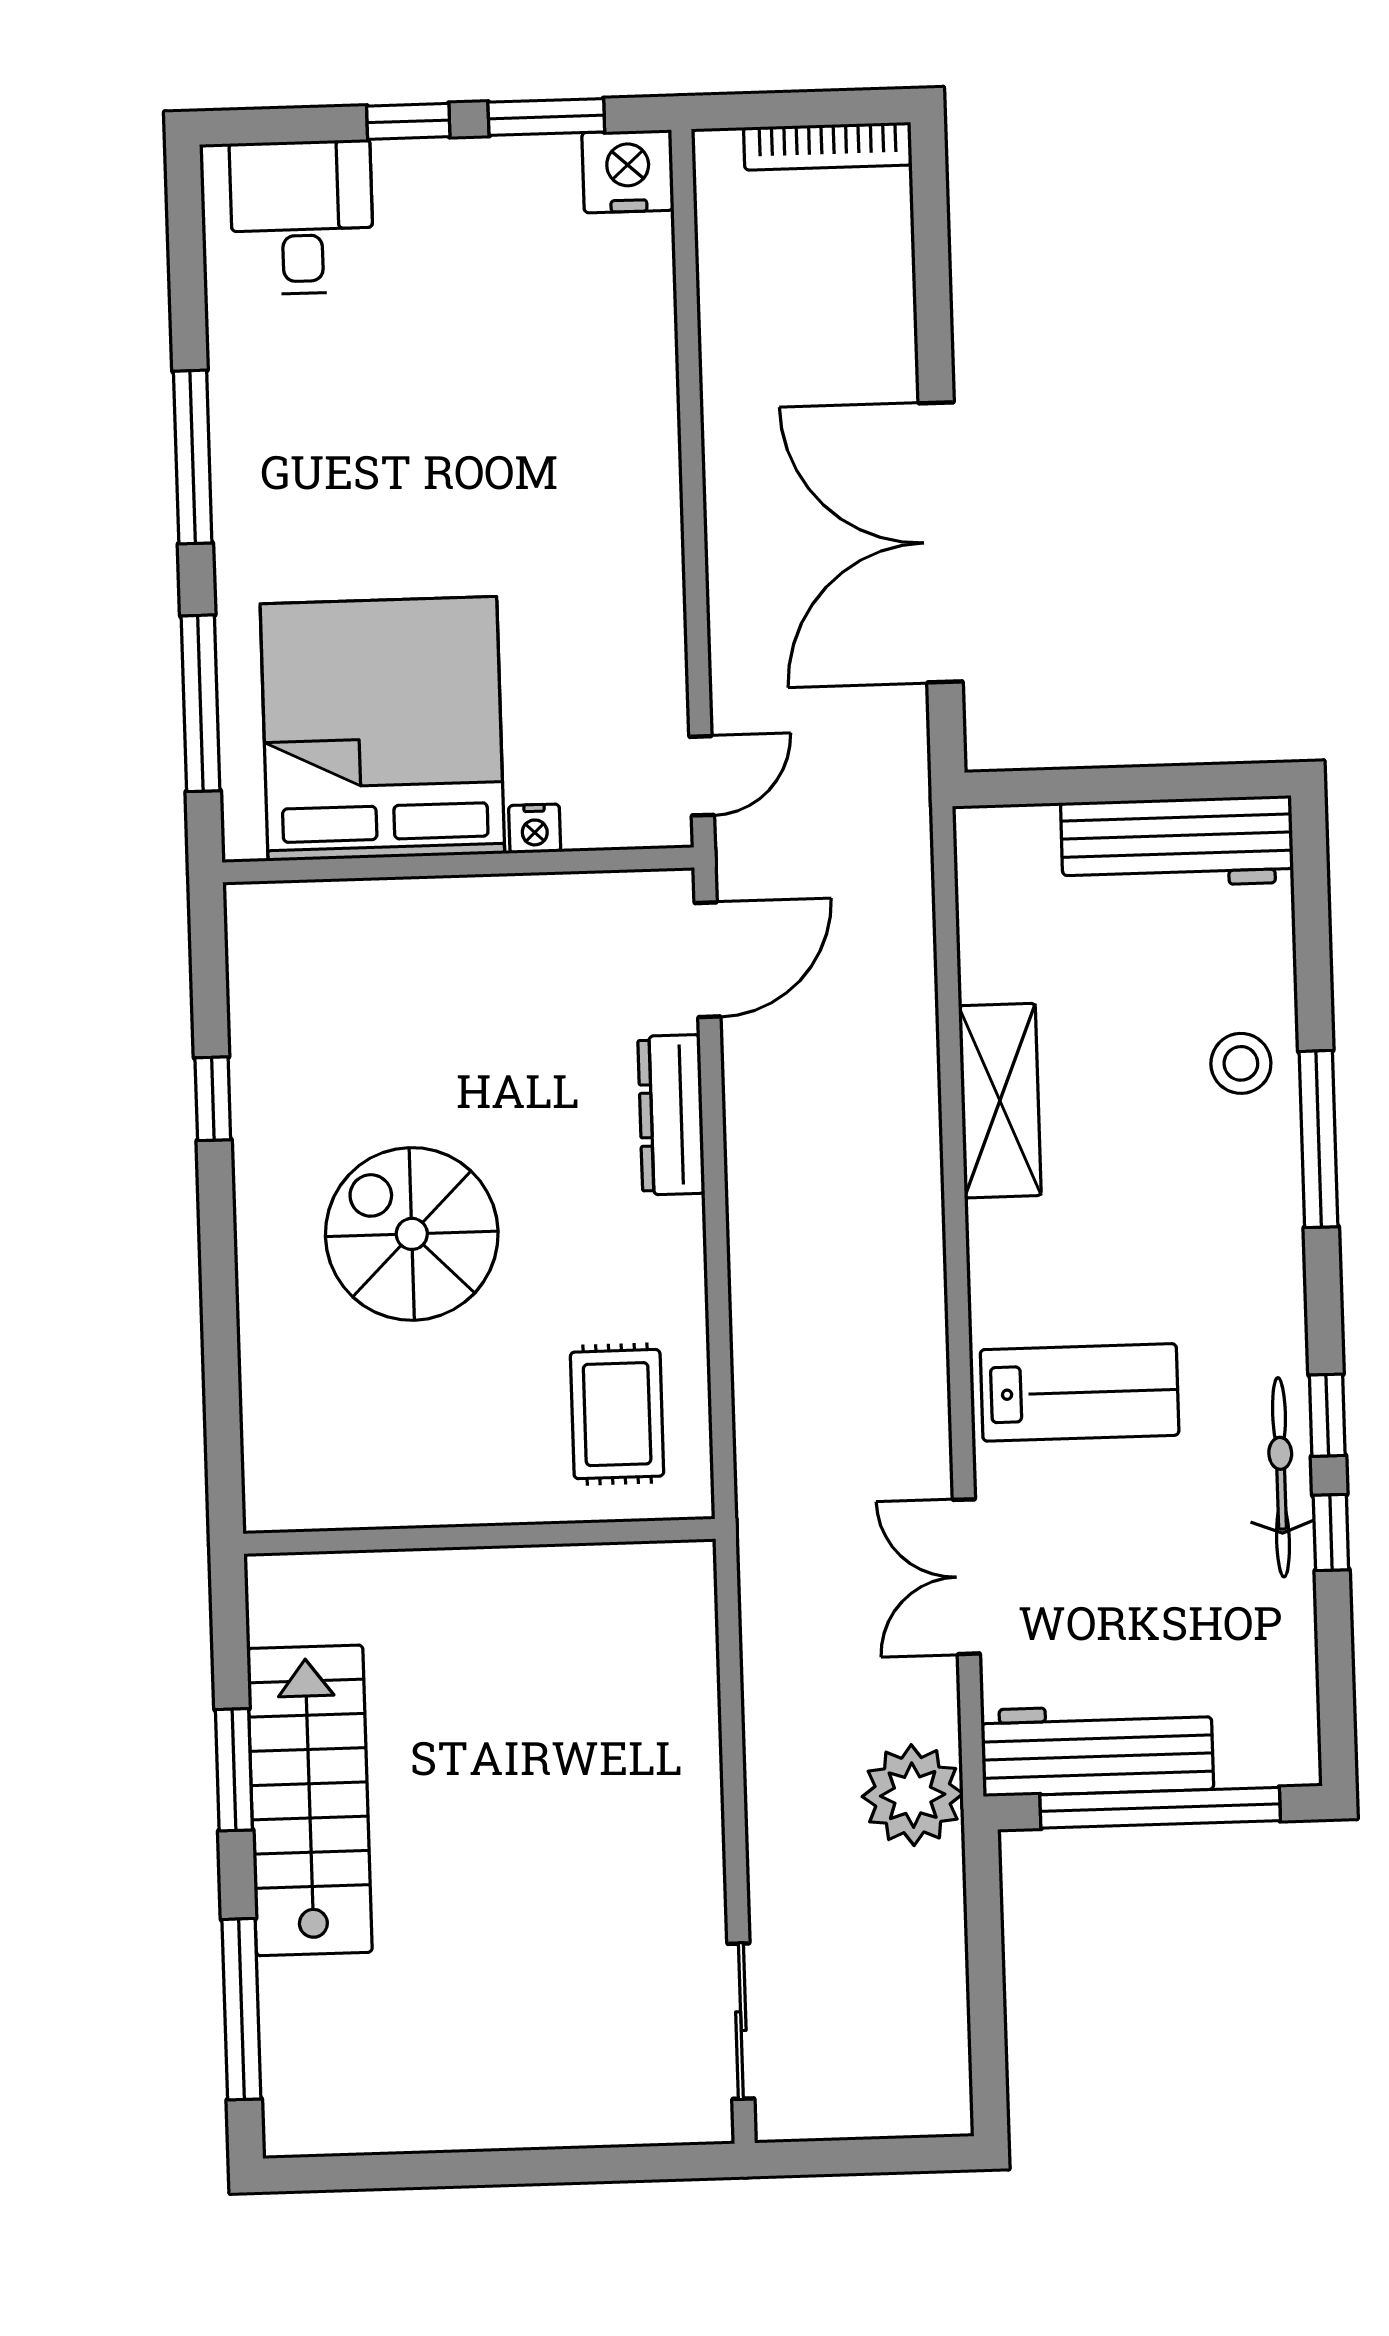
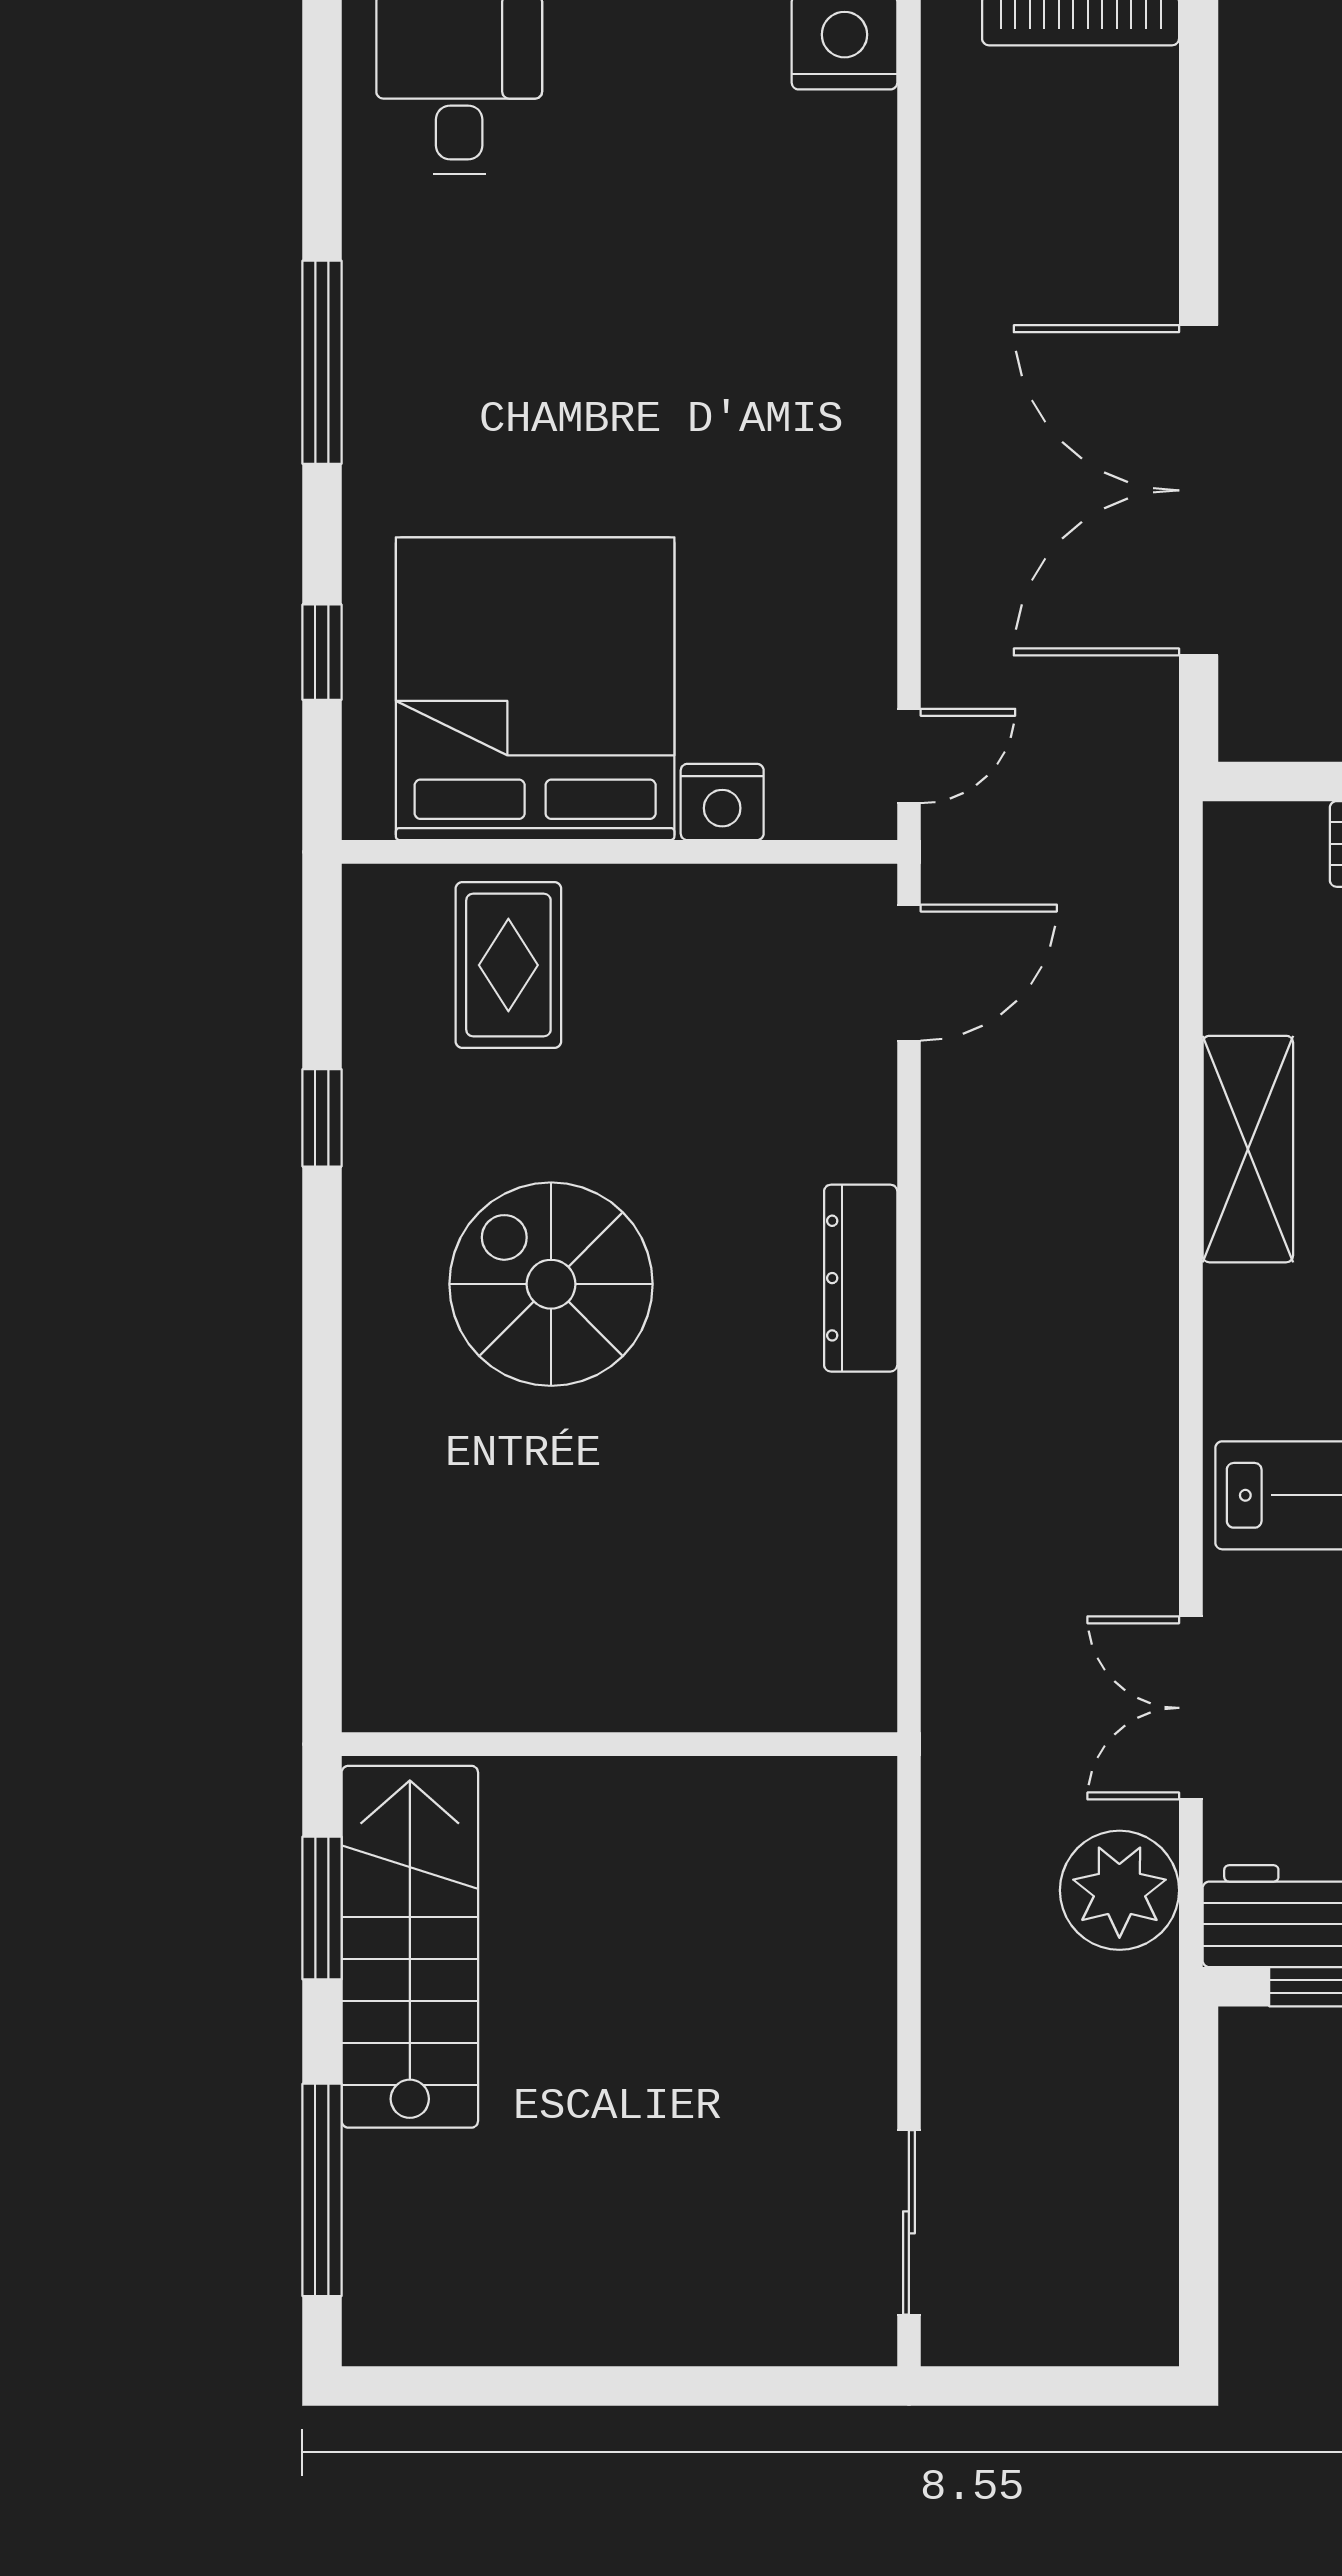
window: (200, 703) -> (322, 652), width x0.46
nightstand: (535, 829) -> (722, 802), width x1.39, depth x1.35
dresser: (671, 1115) -> (861, 1278), moved
rug: (617, 1414) -> (508, 965), moved
wall: (479, 1536) -> (619, 1744), moved
plant: (913, 1795) -> (1119, 1890), moved

